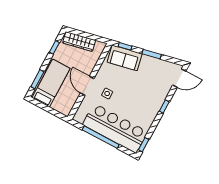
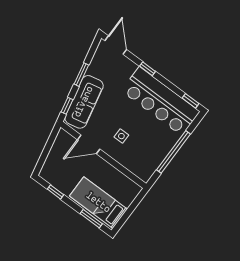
wardrobe: (79, 42) -> (53, 161), removed
sofa: (125, 58) -> (84, 102), width x1.36
door: (87, 86) -> (89, 144), moved
bar counter: (115, 128) -> (161, 101), moved, turned -90

